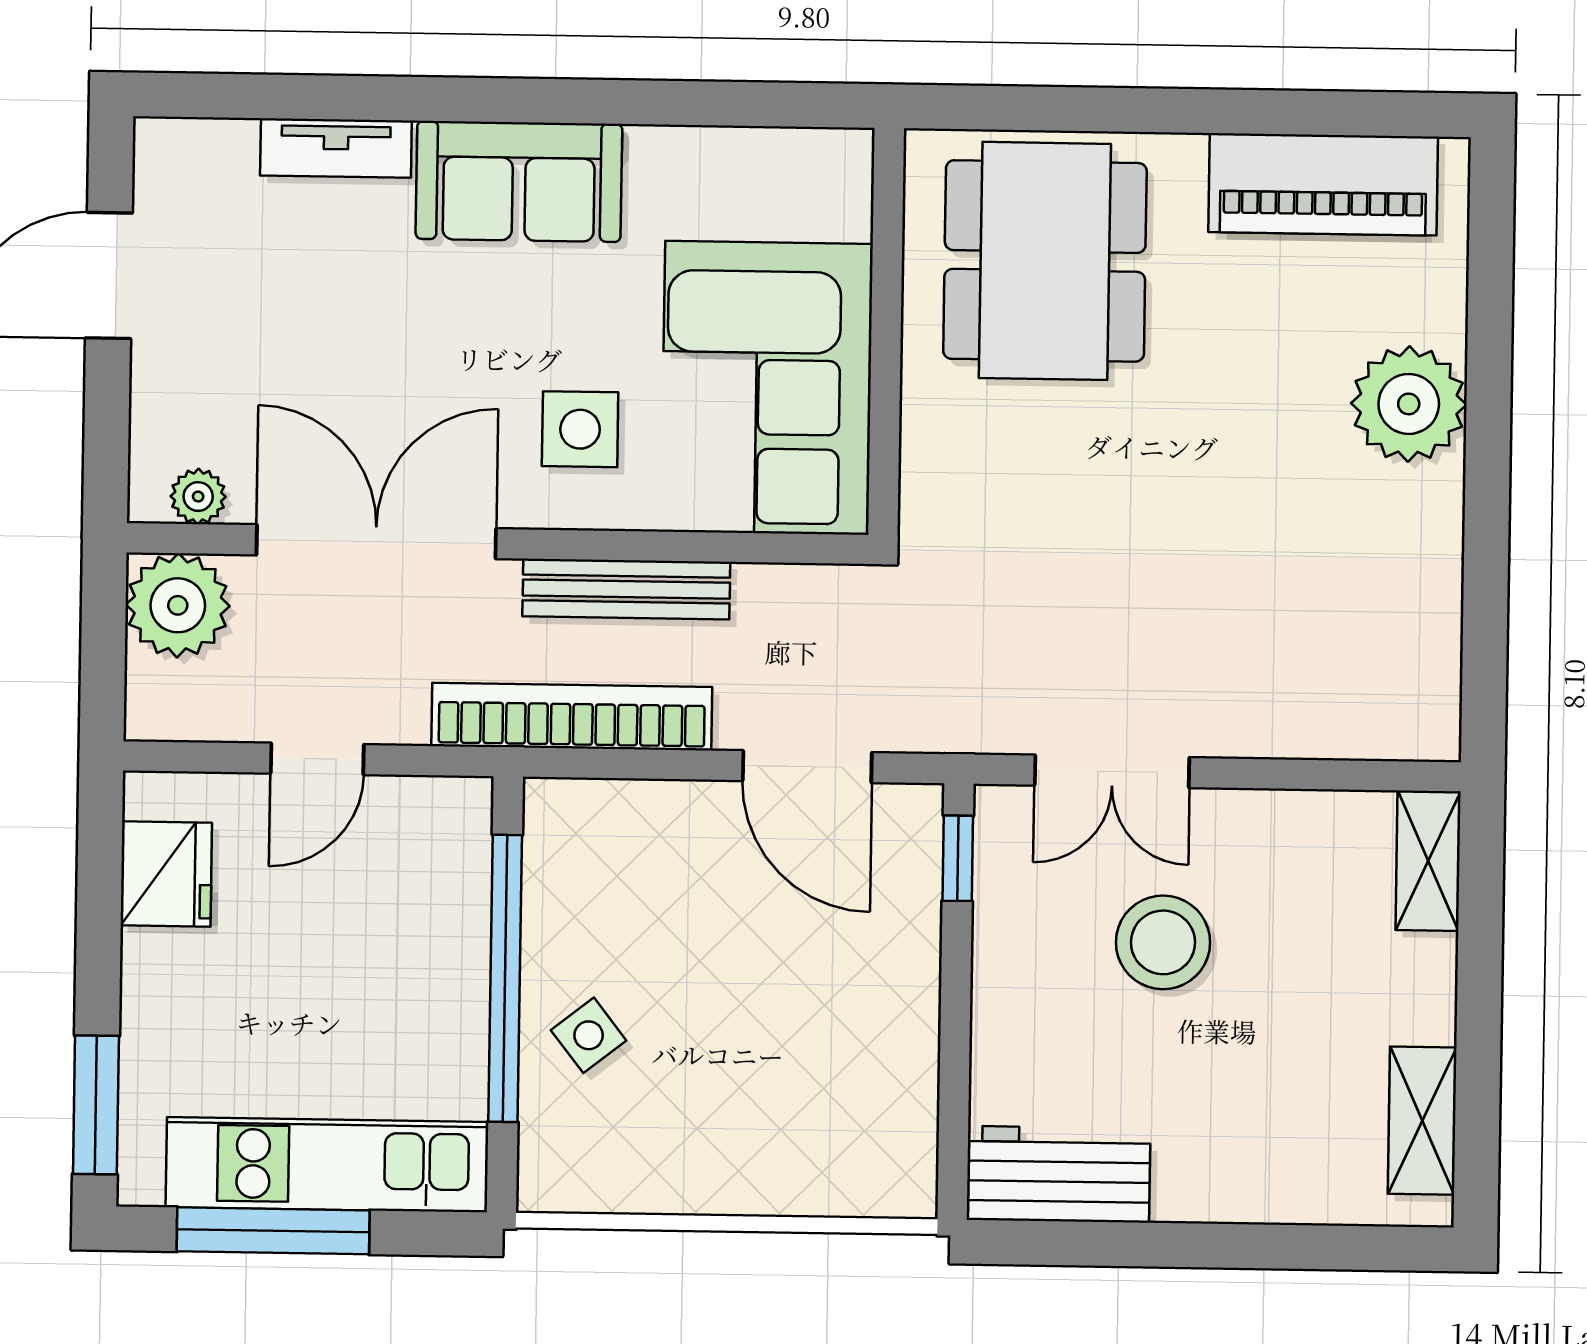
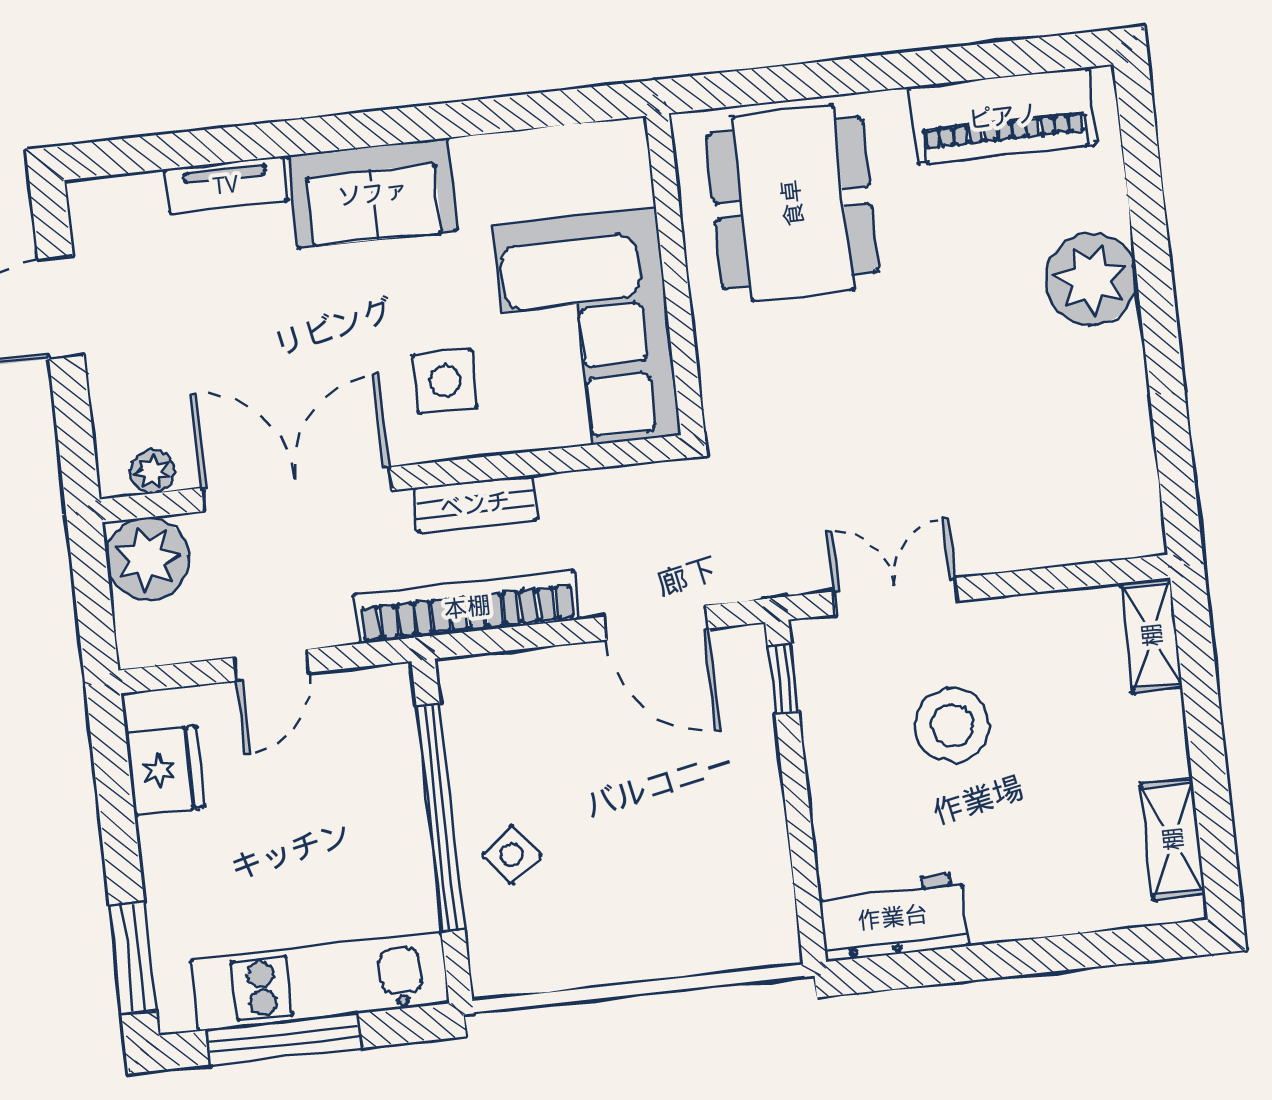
bench: (626, 589) -> (475, 504), width x0.73
double door: (1112, 771) -> (895, 596), swing flipped

